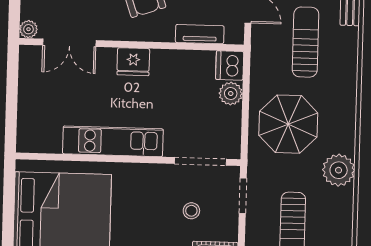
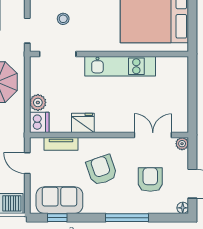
fridge: (133, 62) -> (83, 123), moved

